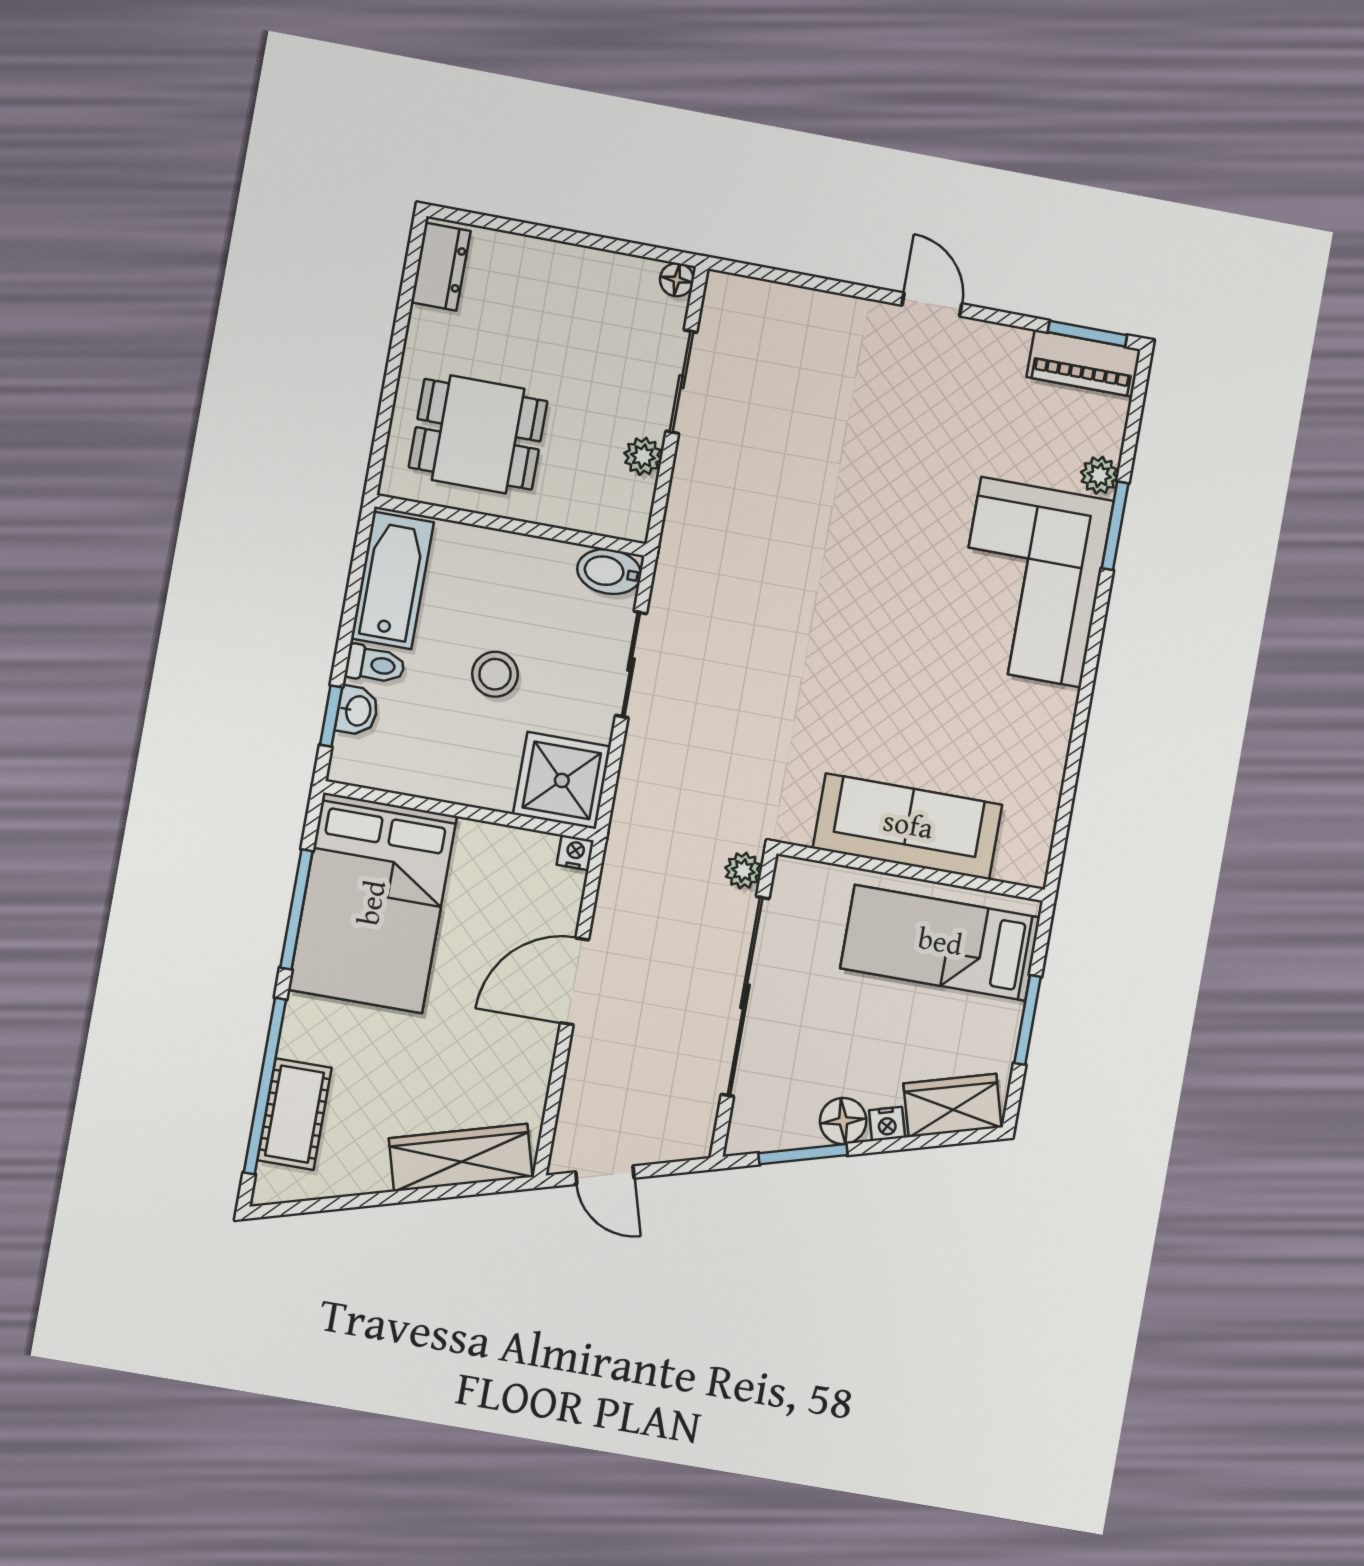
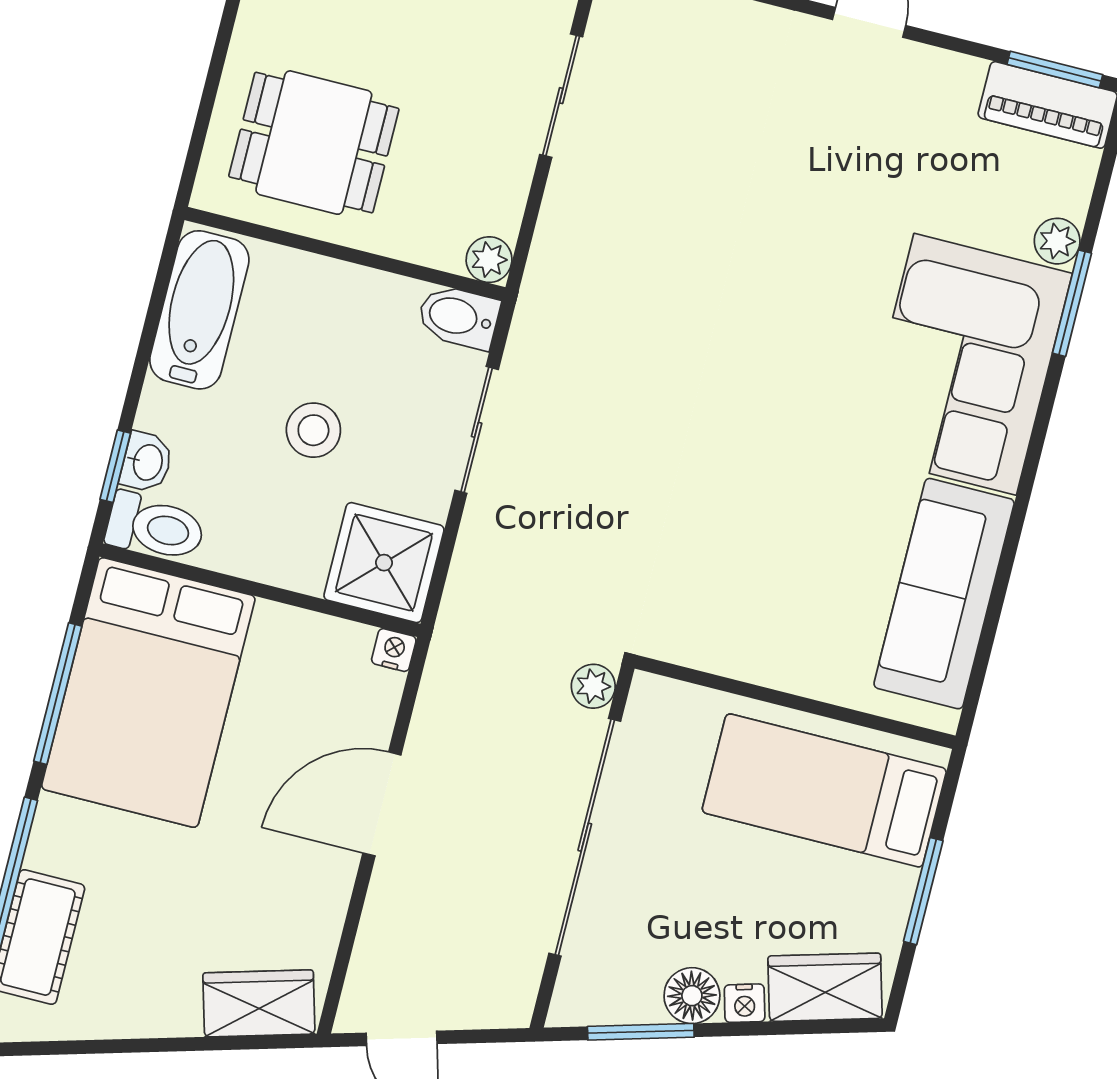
plant: (643, 456) -> (489, 260), moved
toilet: (375, 665) -> (155, 527), moved, width x1.37, depth x1.39
sofa: (908, 826) -> (944, 594), moved, turned -90
wardrobe: (461, 1158) -> (259, 1003), width x0.67

